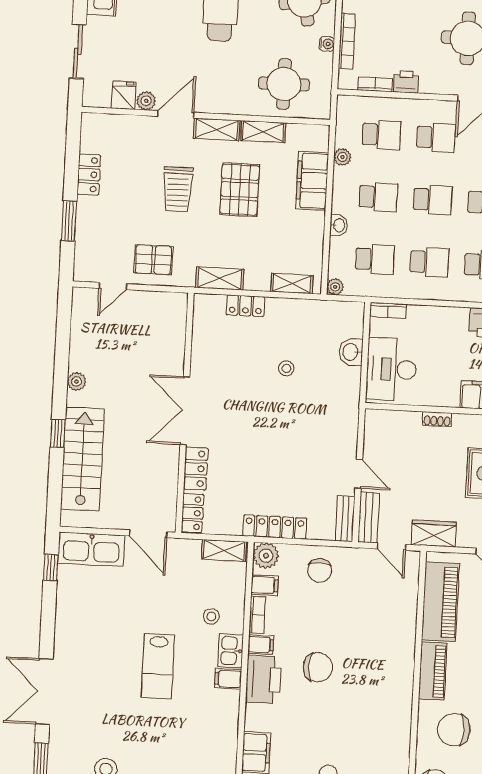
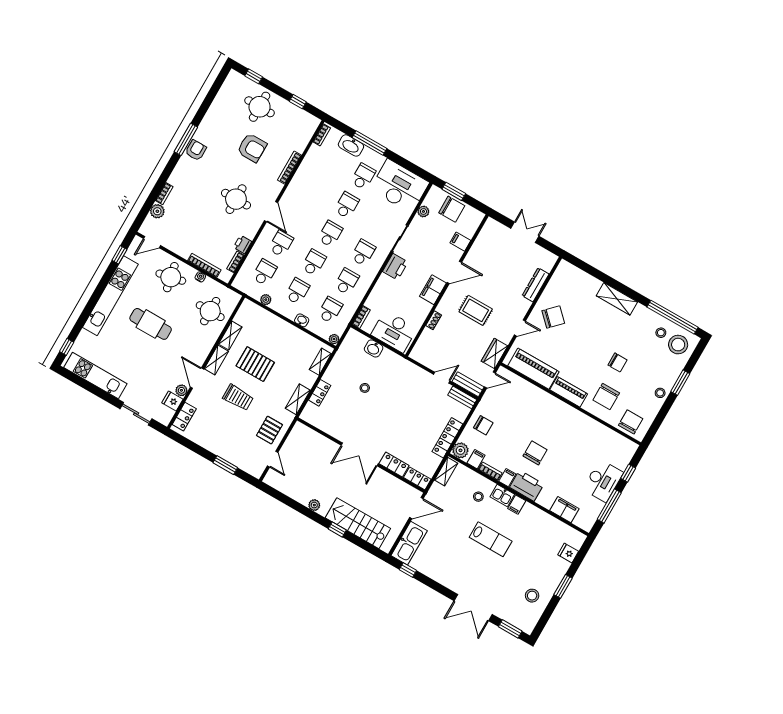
locker: (89, 175) -> (184, 417), moved, turned 90
filing cabinet: (312, 181) -> (270, 322), removed

